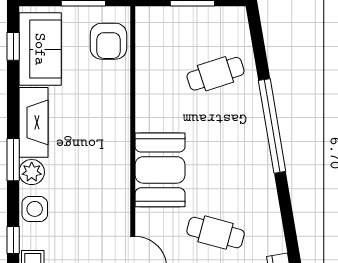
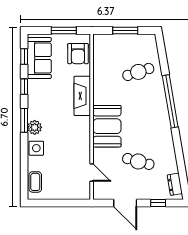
fireplace: (33, 122) -> (82, 96), moved, turned 180
window: (13, 240) -> (24, 87), moved

